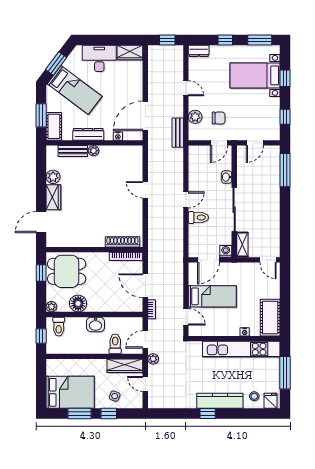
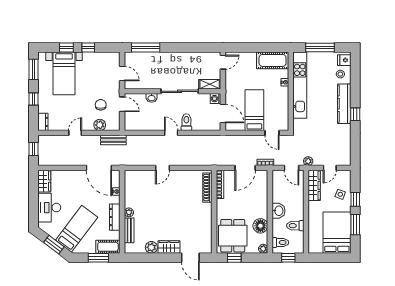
window: (285, 117) -> (88, 48), moved
door: (186, 317) -> (272, 133), swing flipped
toilet: (115, 344) -> (295, 226), moved

